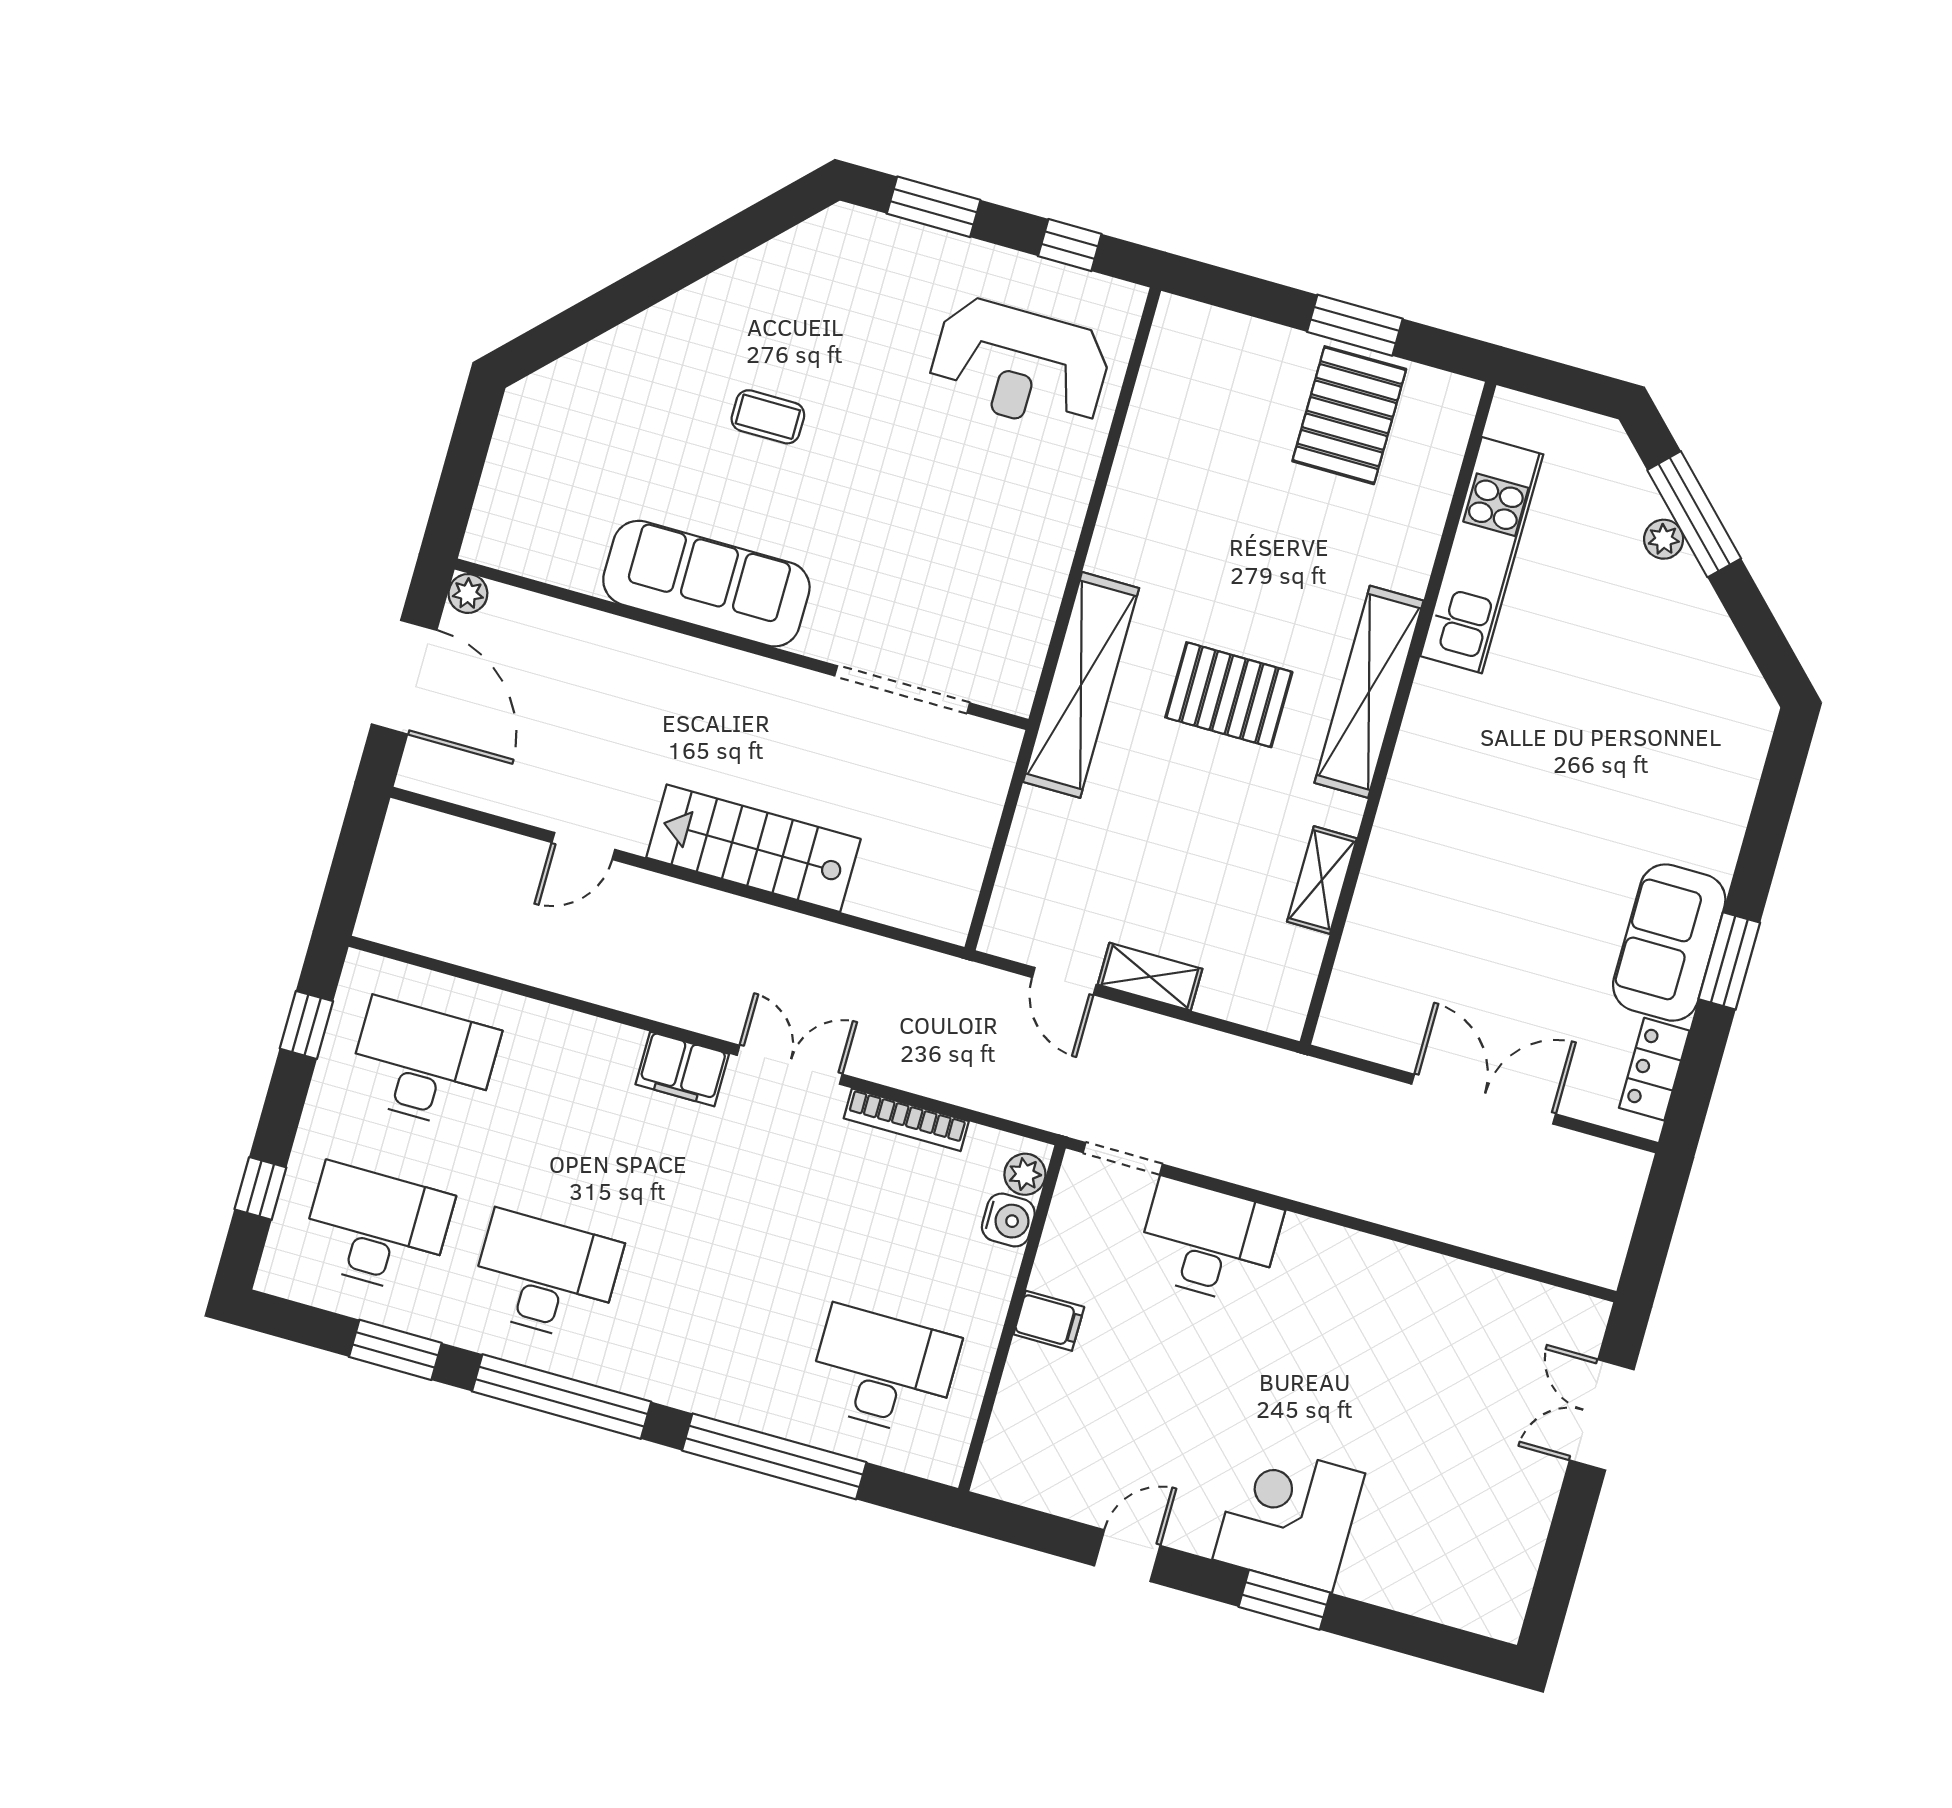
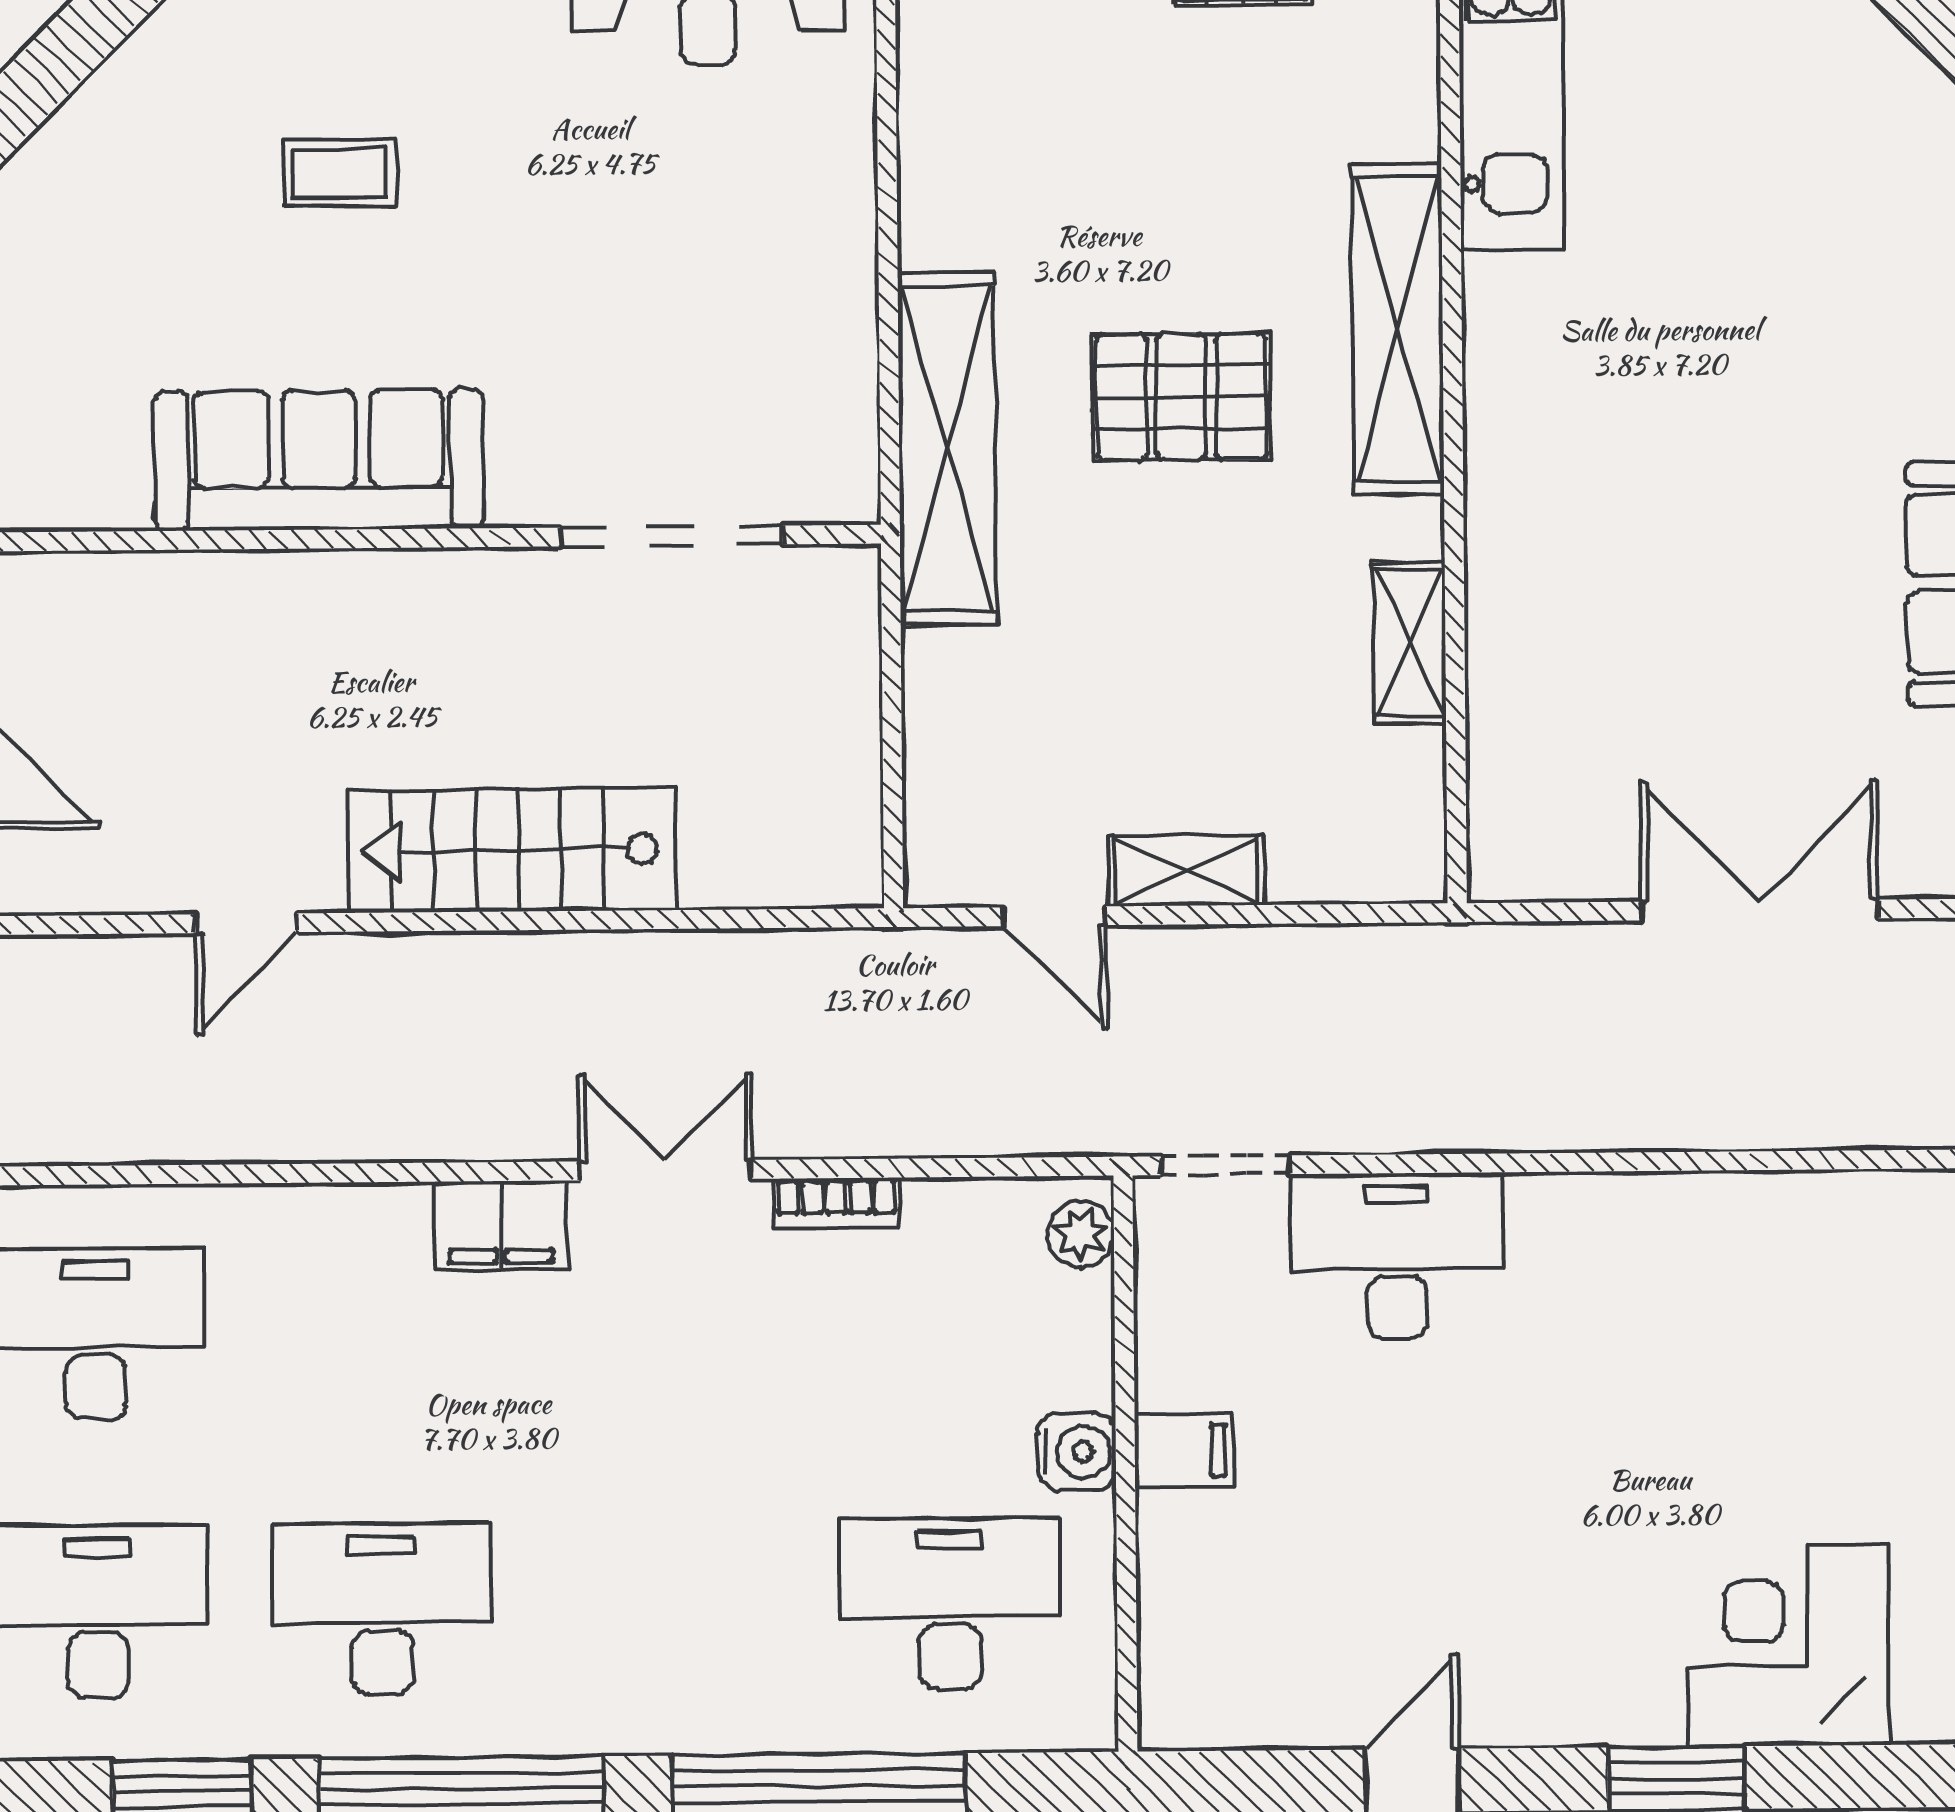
bookcase: (906, 1120) -> (836, 1203), width x0.64
water cooler: (1008, 1220) -> (1077, 1452), moved
corner desk: (1289, 1516) -> (1788, 1645), moved

